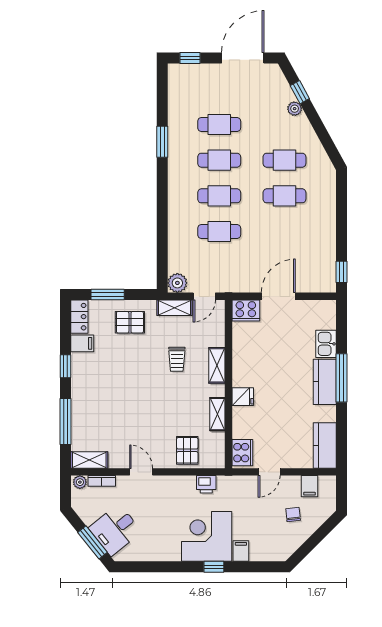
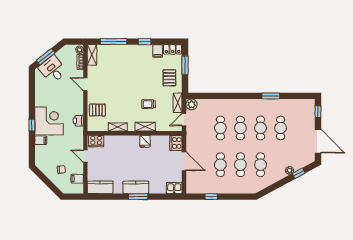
cafe table: (284, 232) -> (220, 165), added
window: (341, 272) -> (211, 197), moved
door: (204, 296) -> (184, 120), hinge flipped
kitchen sink: (326, 344) -> (174, 188), moved
window: (341, 378) -> (138, 197), width x0.69
fridge: (243, 397) -> (145, 141), moved
door: (141, 472) -> (85, 84), swing flipped

